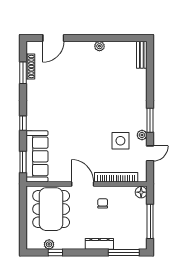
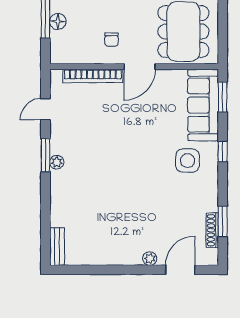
plant: (99, 46) -> (150, 259), moved
plant: (142, 135) -> (57, 162), moved
side table: (120, 141) -> (188, 161), moved
door: (83, 184) -> (140, 67), hinge flipped
floor lamp: (141, 192) -> (58, 21), moved

